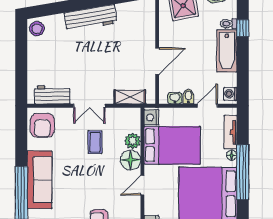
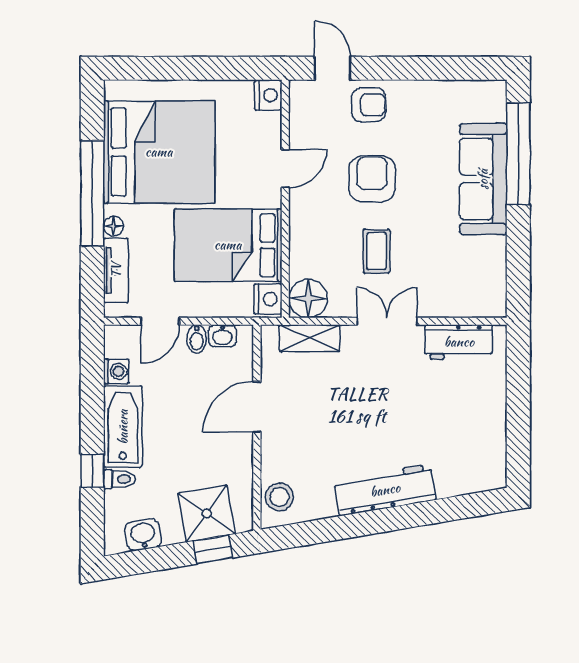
stool: (37, 29) -> (279, 497), moved
washing machine: (230, 94) -> (116, 371), moved
armchair: (42, 125) -> (372, 179), moved
plant: (133, 141) -> (304, 254), removed
floor lamp: (131, 160) -> (308, 298), moved

